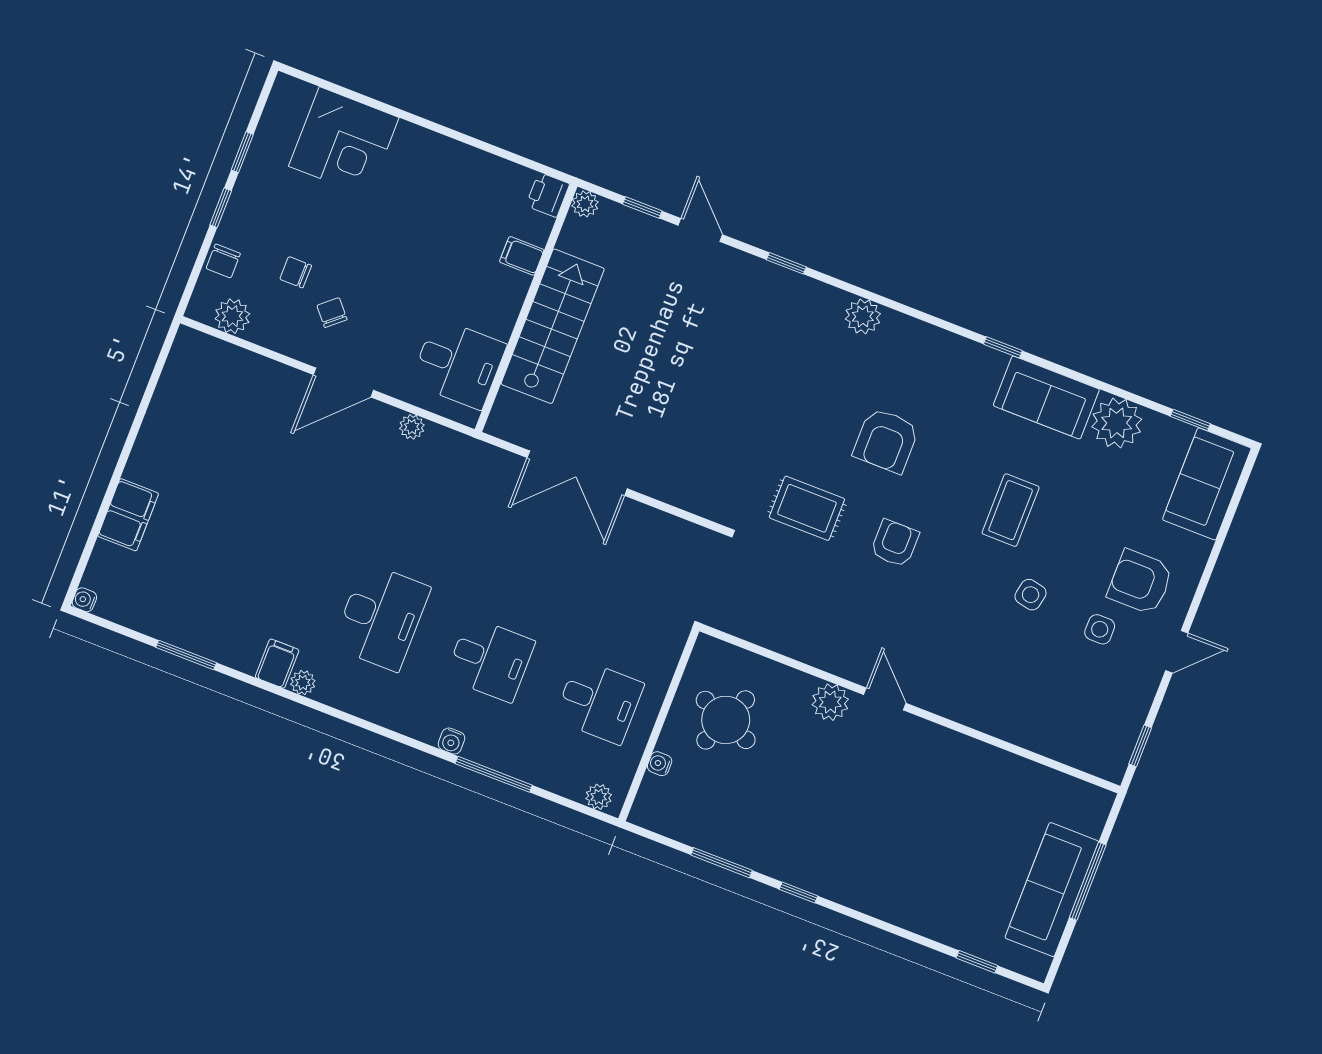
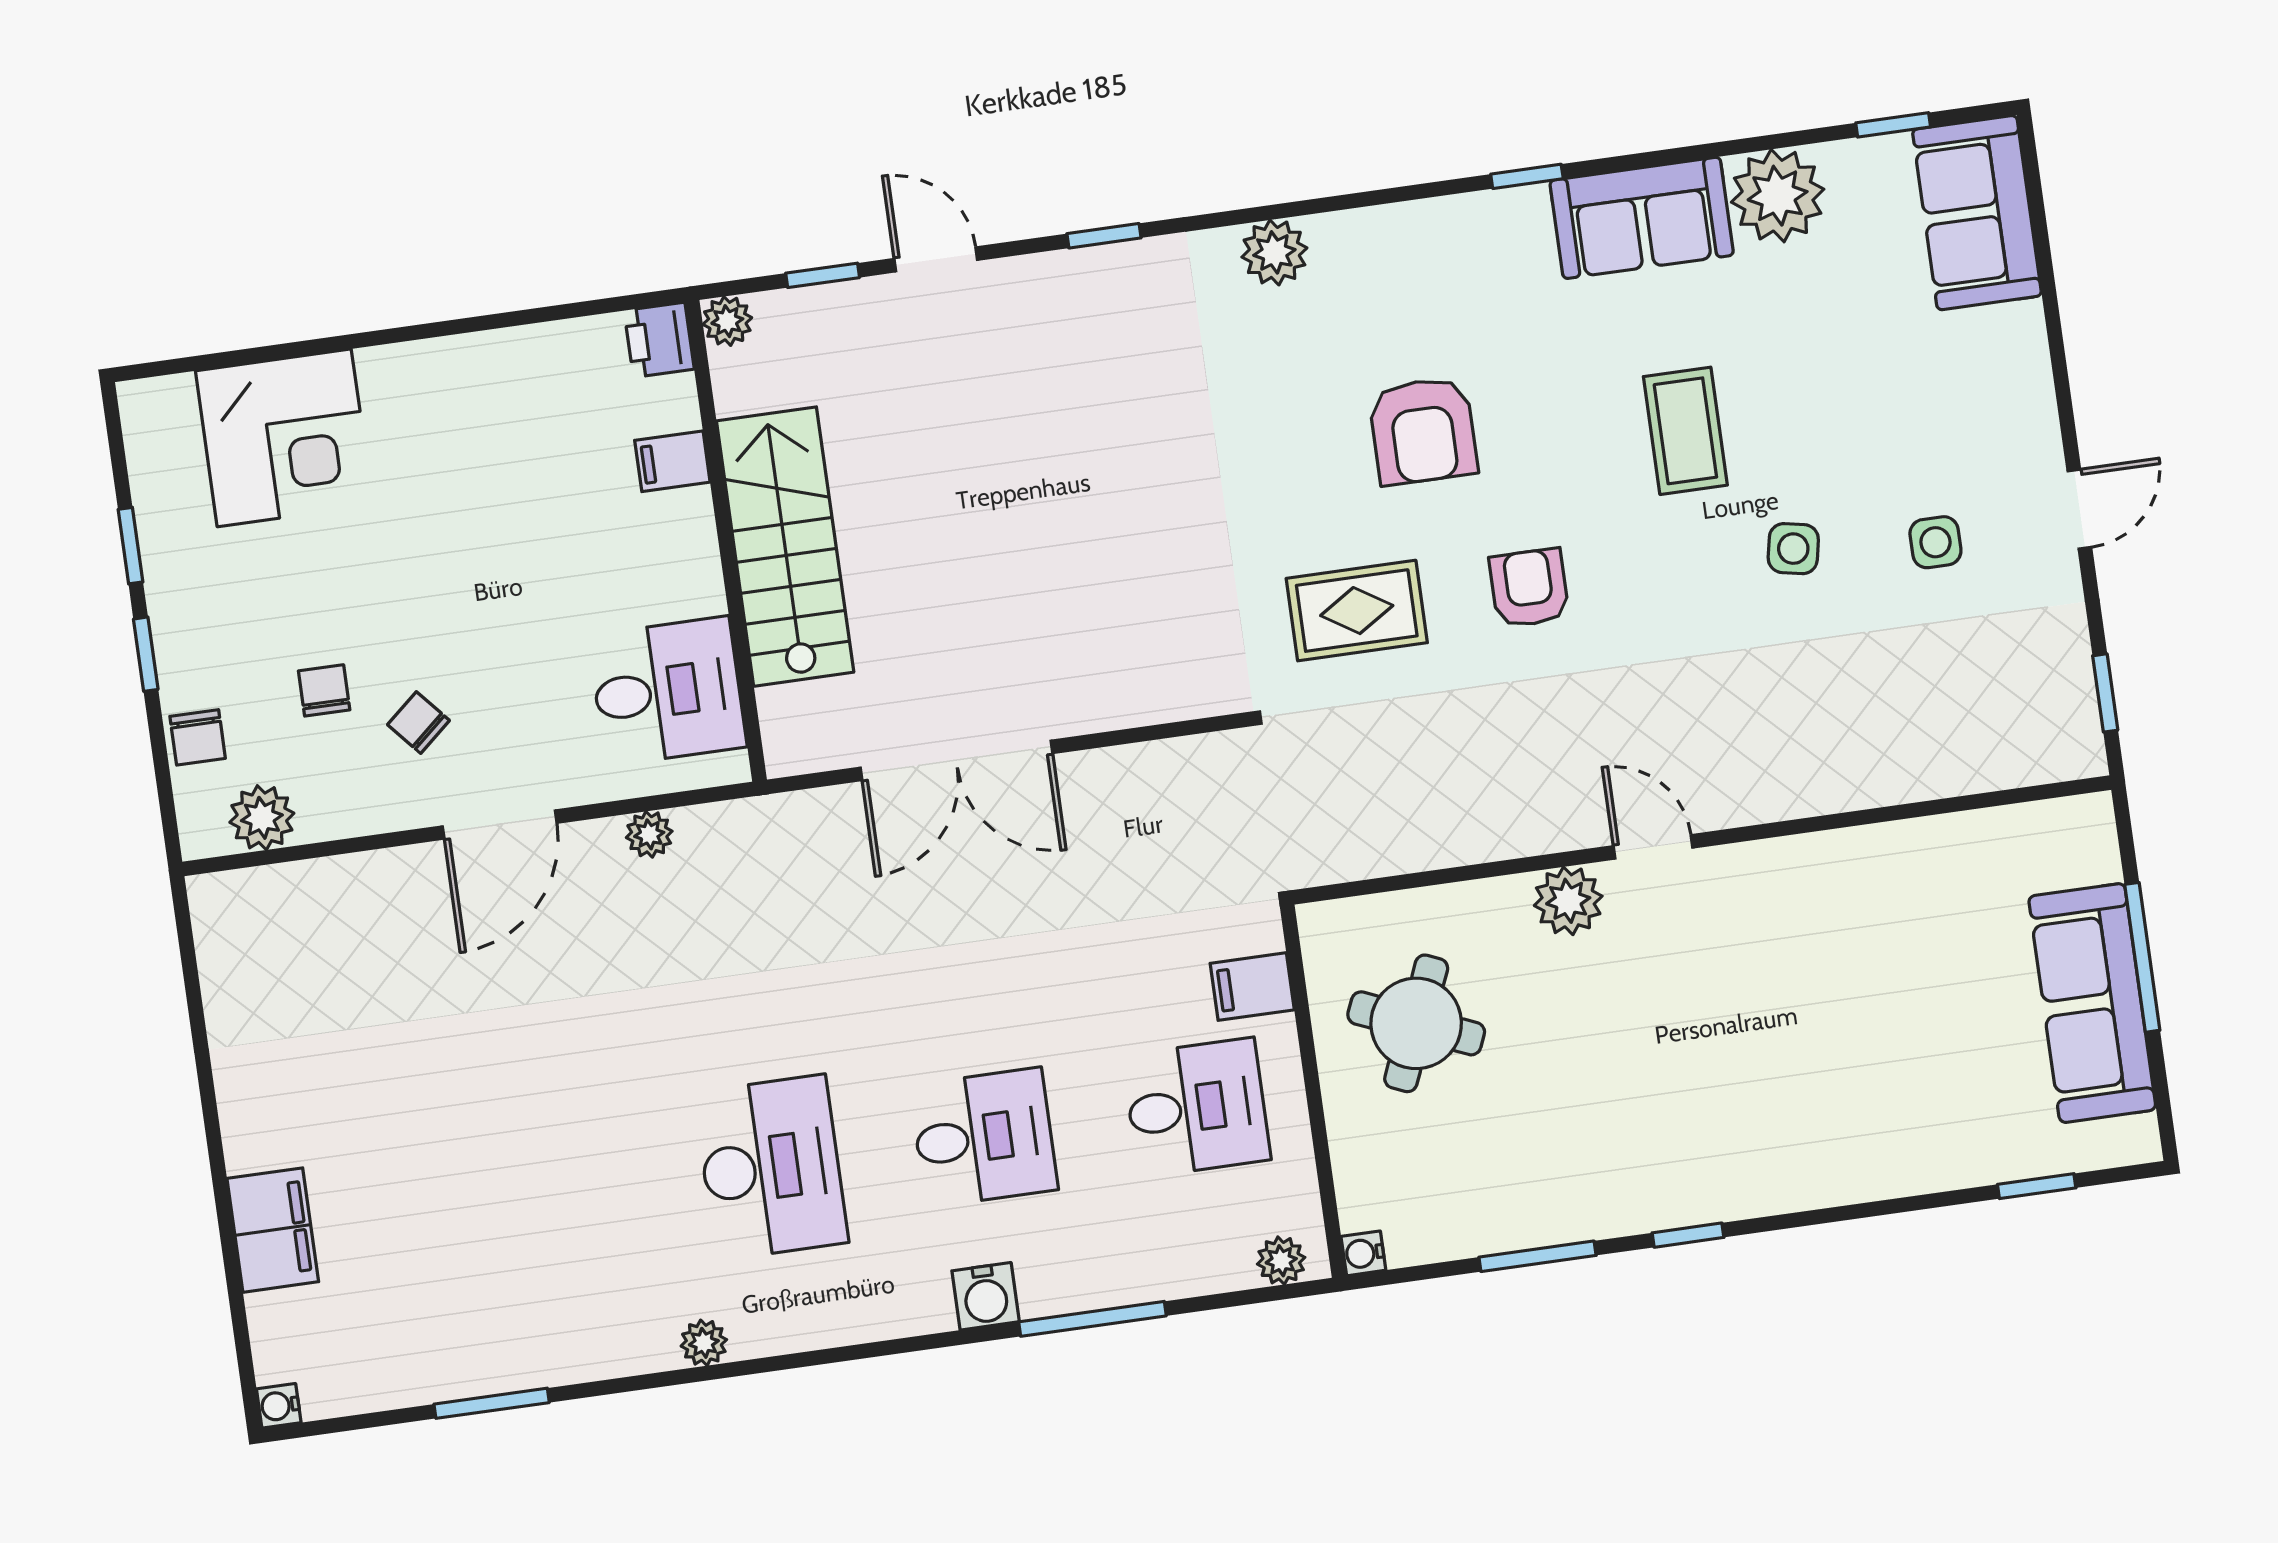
chair: (296, 272) -> (324, 690), turned 90
armchair: (1140, 582) -> (1958, 430), removed
filing cabinet: (277, 664) -> (1252, 987), moved, turned -90
water cooler: (452, 741) -> (986, 1296), width x1.38, depth x1.38
water cooler: (660, 764) -> (1363, 1253), moved

